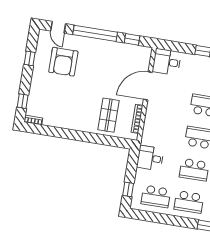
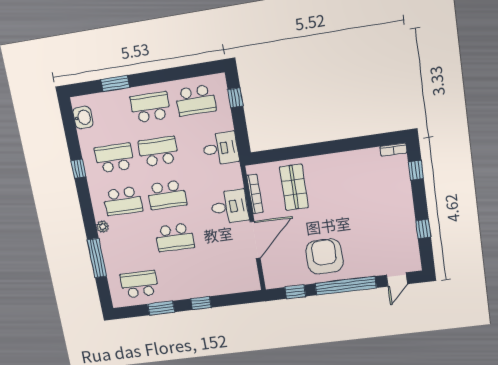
door: (58, 27) -> (397, 279), swing flipped
armchair: (63, 62) -> (324, 257), moved
desk: (167, 62) -> (229, 207), moved
school desk: (156, 196) -> (196, 100), turned 180

